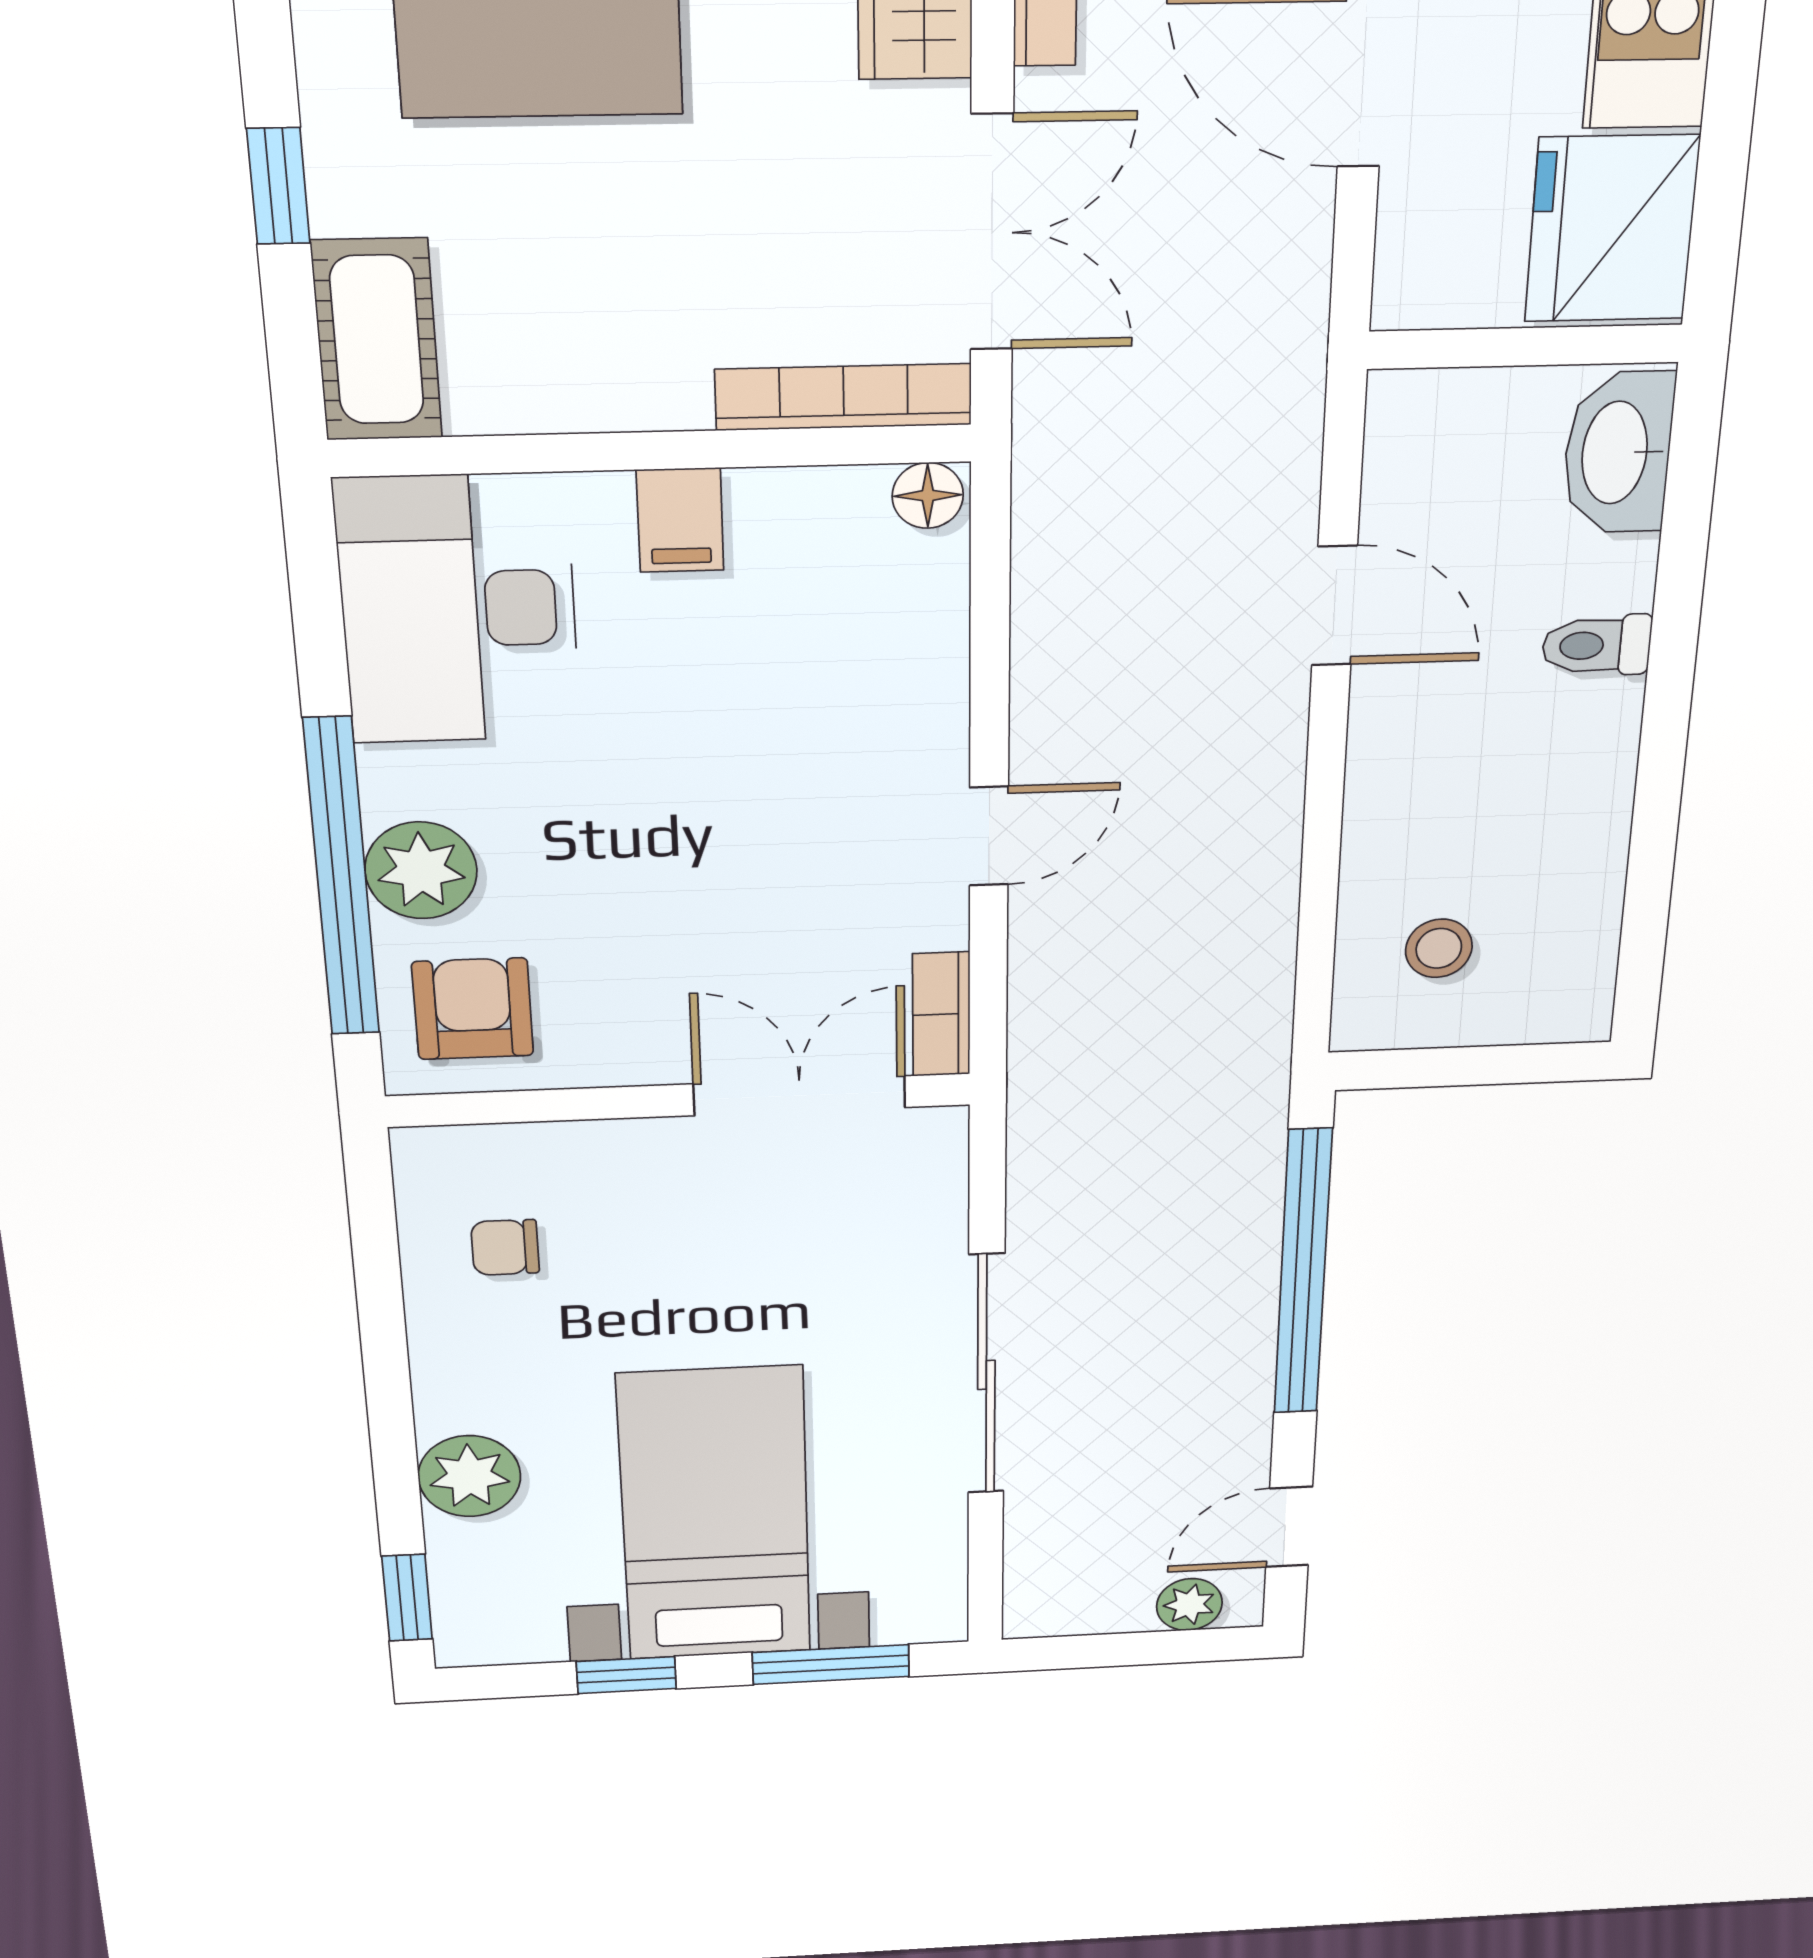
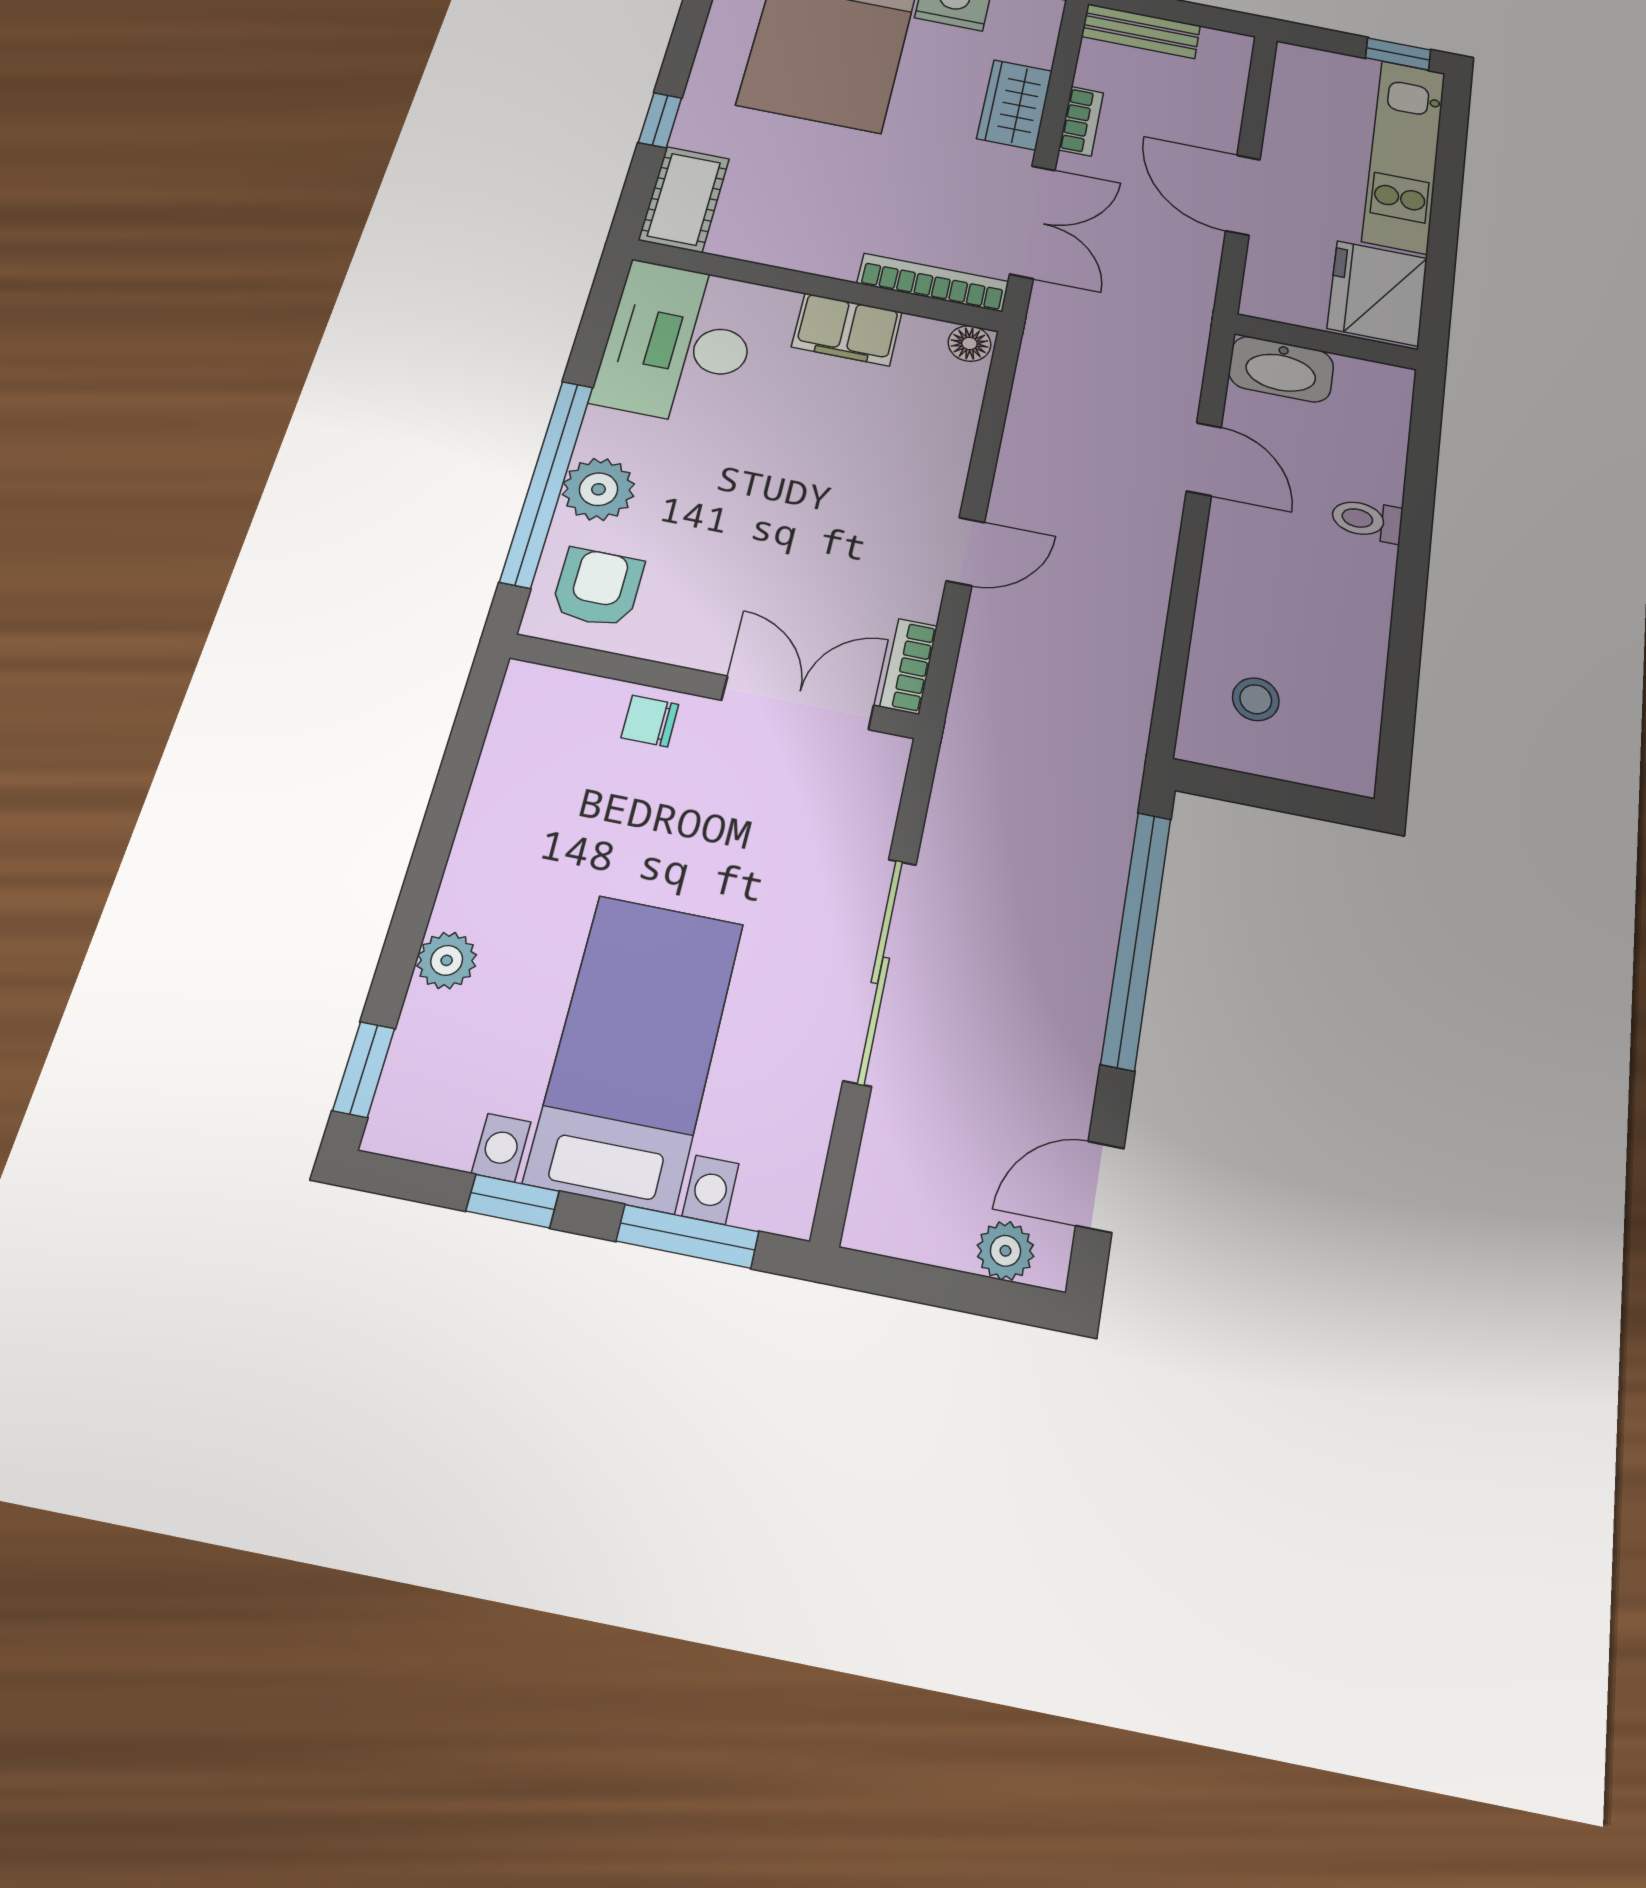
washbasin: (1618, 453) -> (1281, 369), moved, turned -90
filing cabinet: (680, 520) -> (847, 329), width x2.00
chair: (505, 1247) -> (650, 721), moved
plant: (469, 1476) -> (447, 960), width x0.73, depth x0.73

